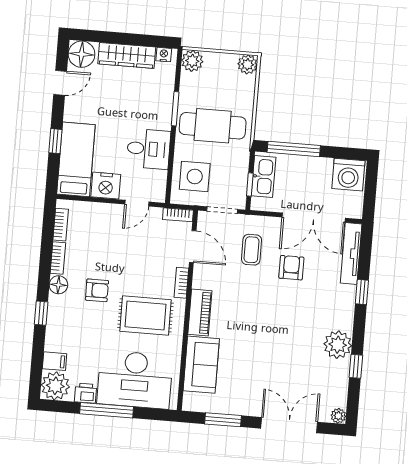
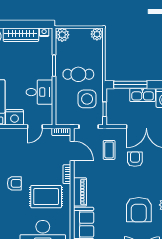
cafe table: (213, 126) -> (78, 74), width x0.73, depth x0.74
side table: (195, 176) -> (87, 99), moved
kitchen sink: (263, 177) -> (143, 95), moved, turned 90
armchair: (291, 348) -> (139, 210), added

